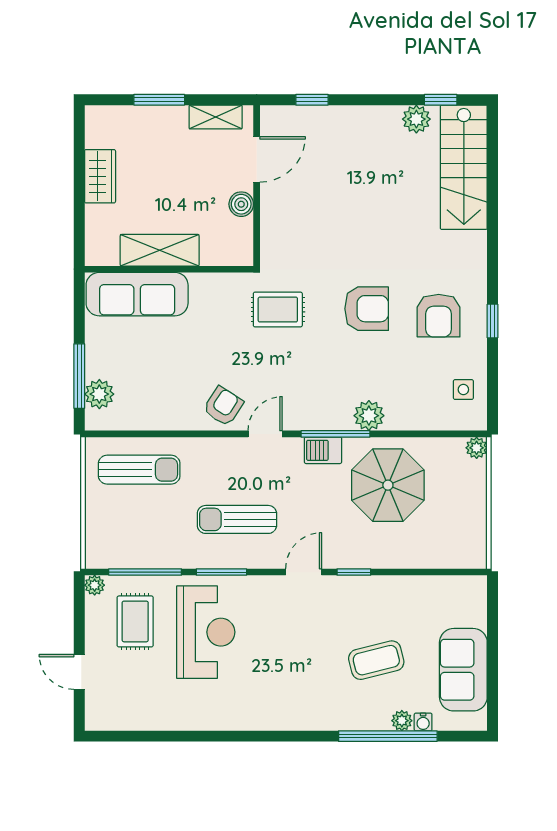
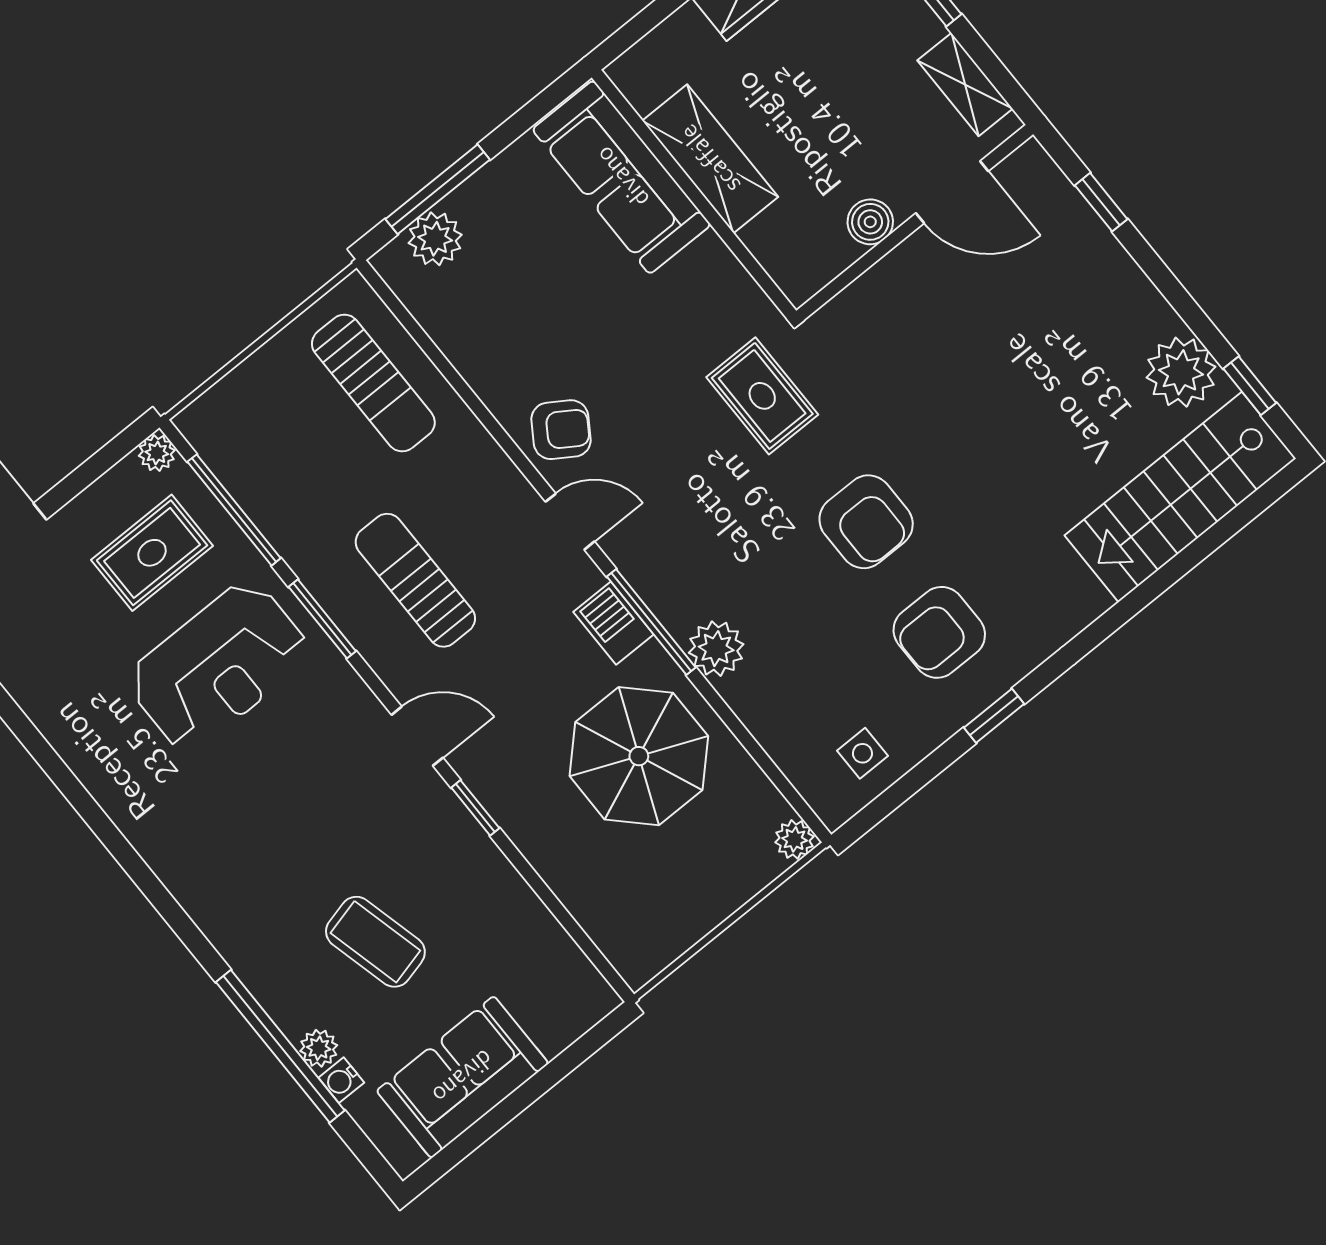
plant: (416, 119) -> (1181, 372), width x1.36, depth x1.36

